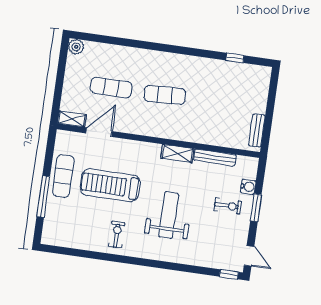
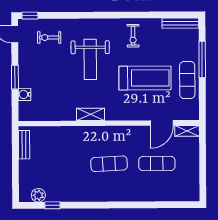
plant: (76, 47) -> (38, 195), moved
bench: (215, 158) -> (180, 23), moved
exercise bike: (228, 206) -> (49, 37), moved

